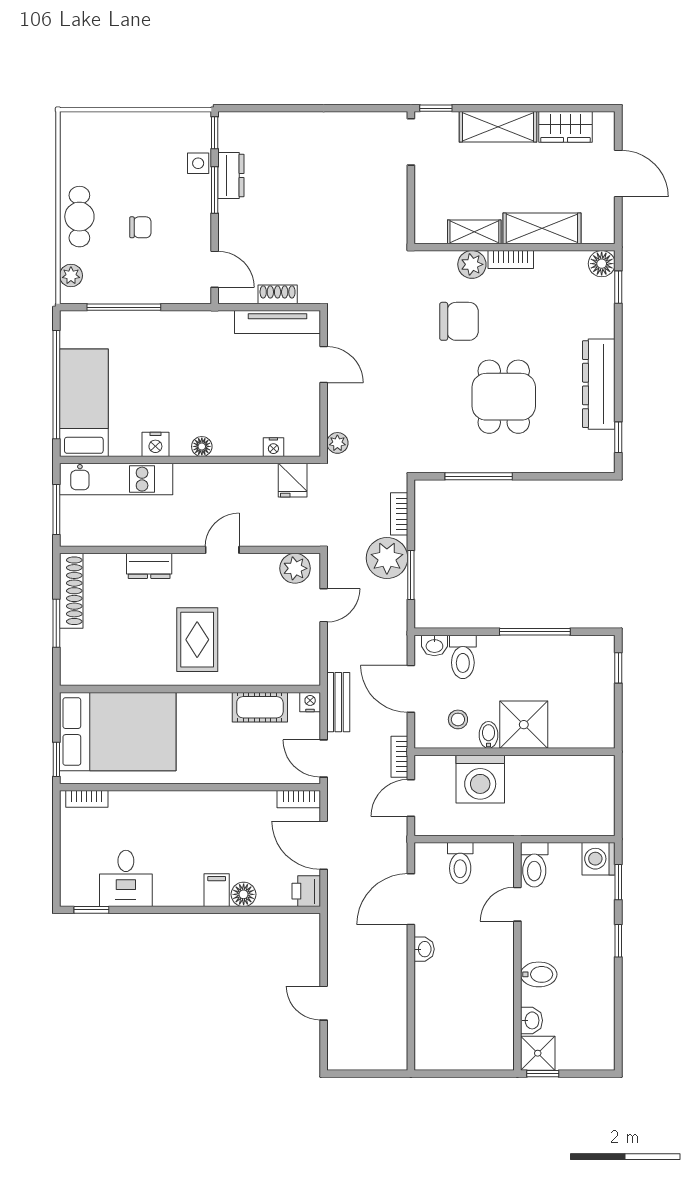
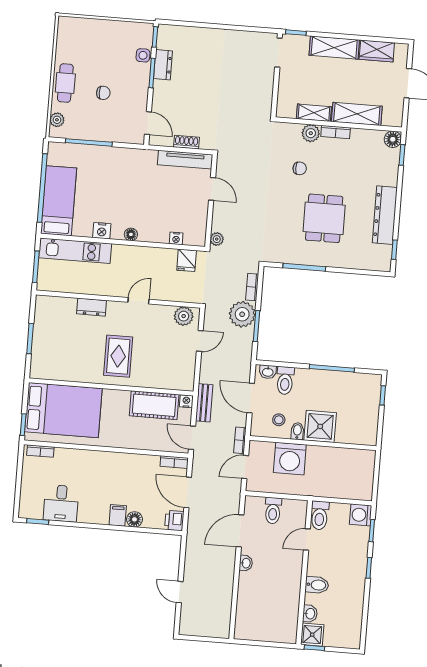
chair: (459, 321) -> (300, 168), width x0.54, depth x0.54
shoe rack: (71, 591) -> (41, 319), removed
cot: (260, 707) -> (154, 405), width x1.37, depth x1.34

